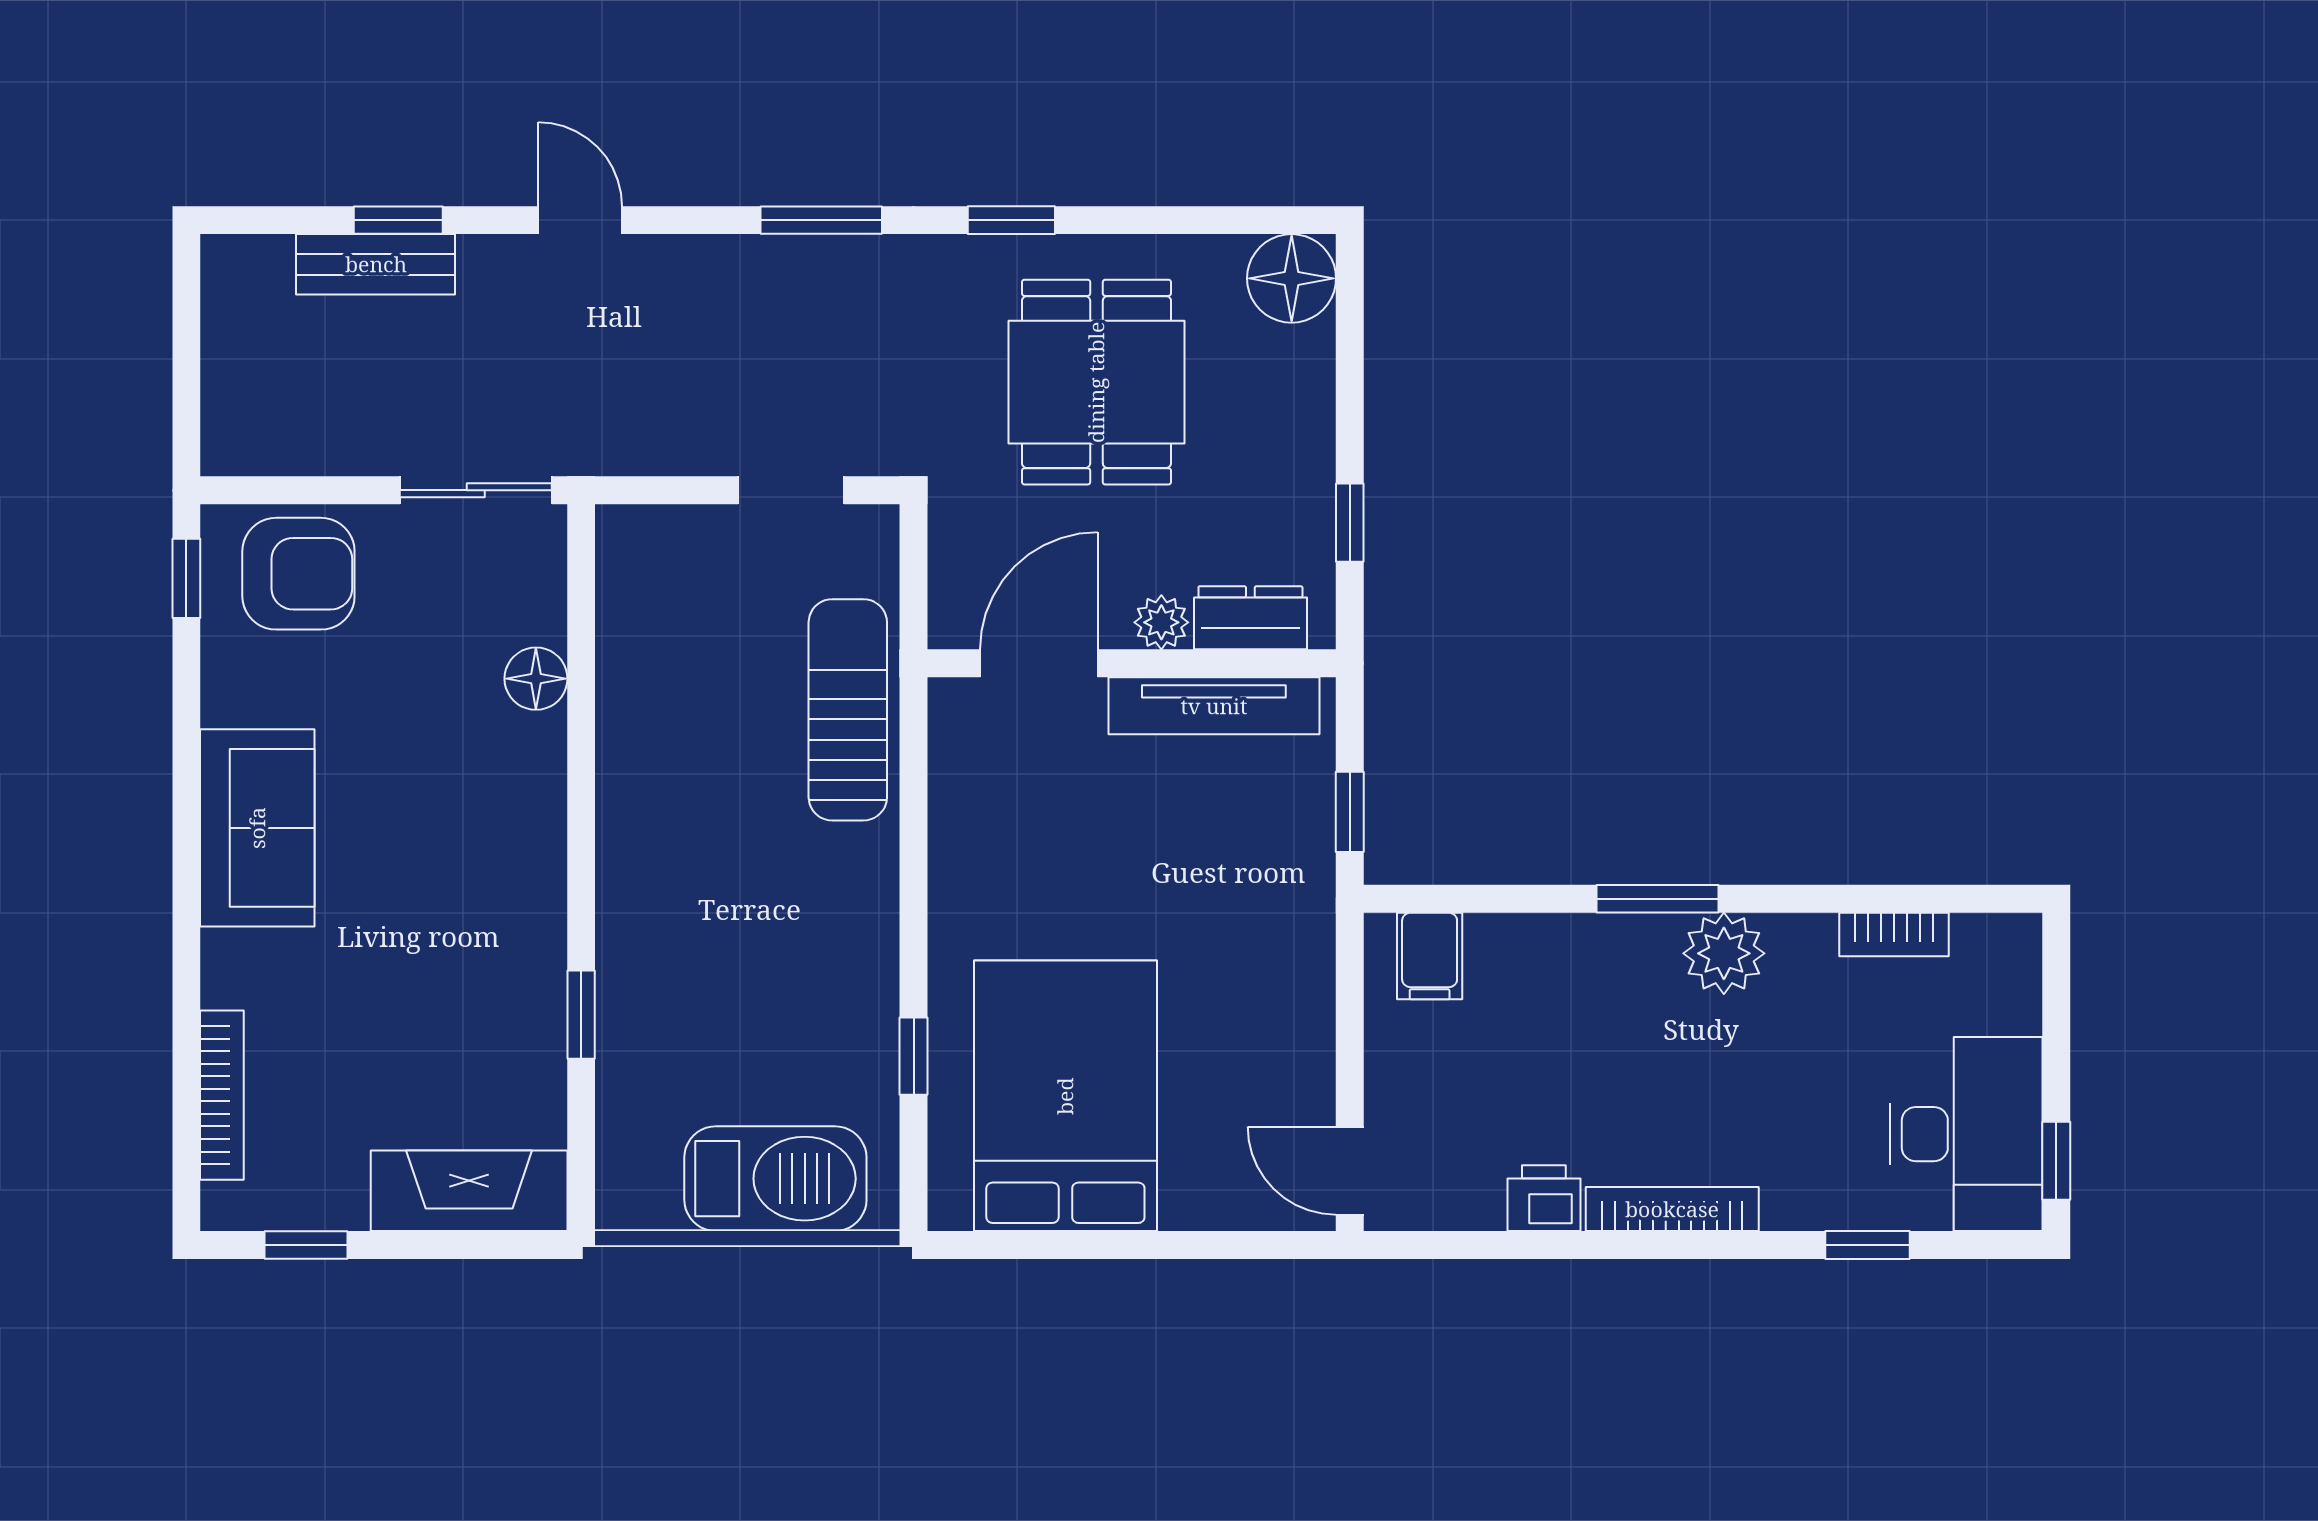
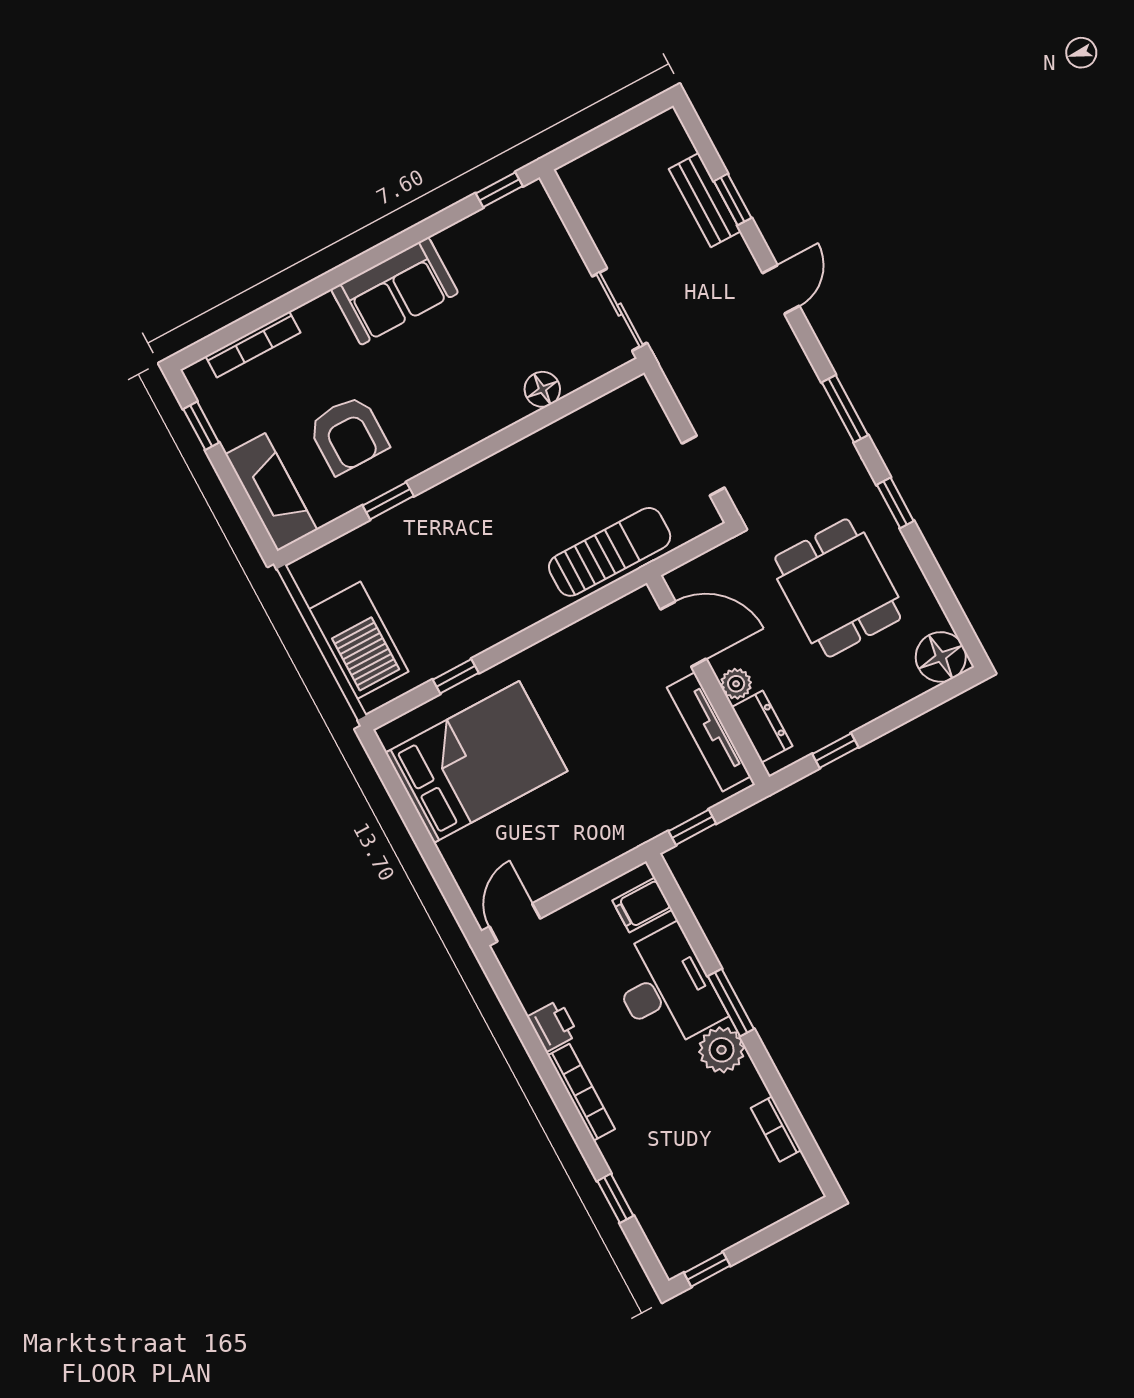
dining table: (1096, 382) -> (838, 588), turned 90
armchair: (298, 574) -> (348, 435), moved
desk: (1966, 1134) -> (666, 988), moved, turned -90

